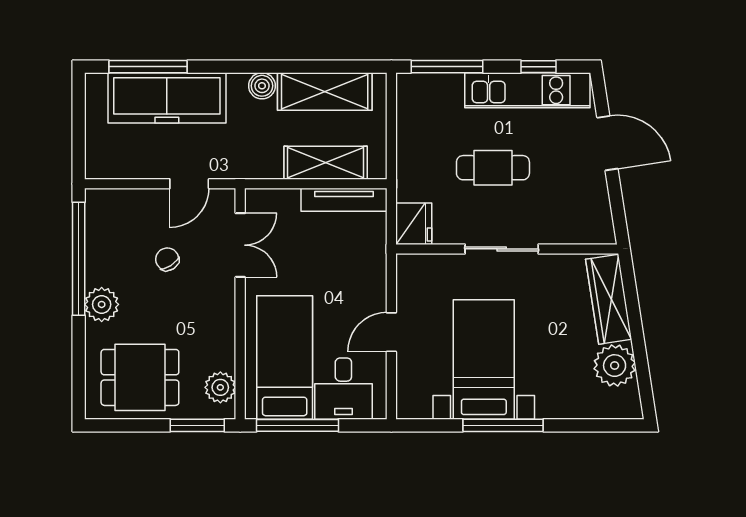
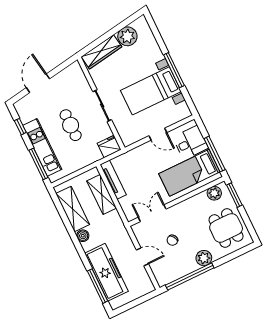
kitchen unit: (527, 90) -> (42, 147), moved
door: (189, 184) -> (142, 257), moved

